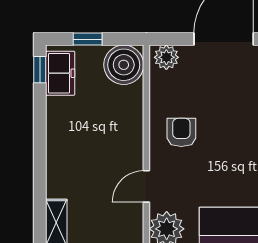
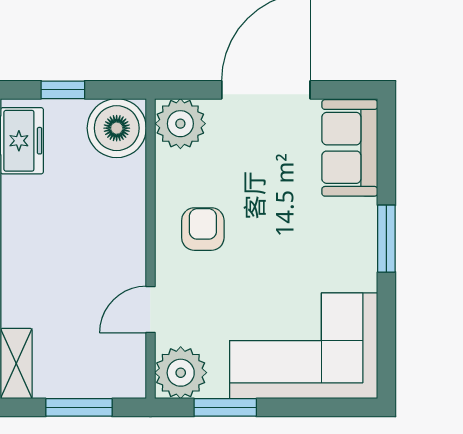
plant: (166, 57) -> (180, 124), width x1.36, depth x1.36

